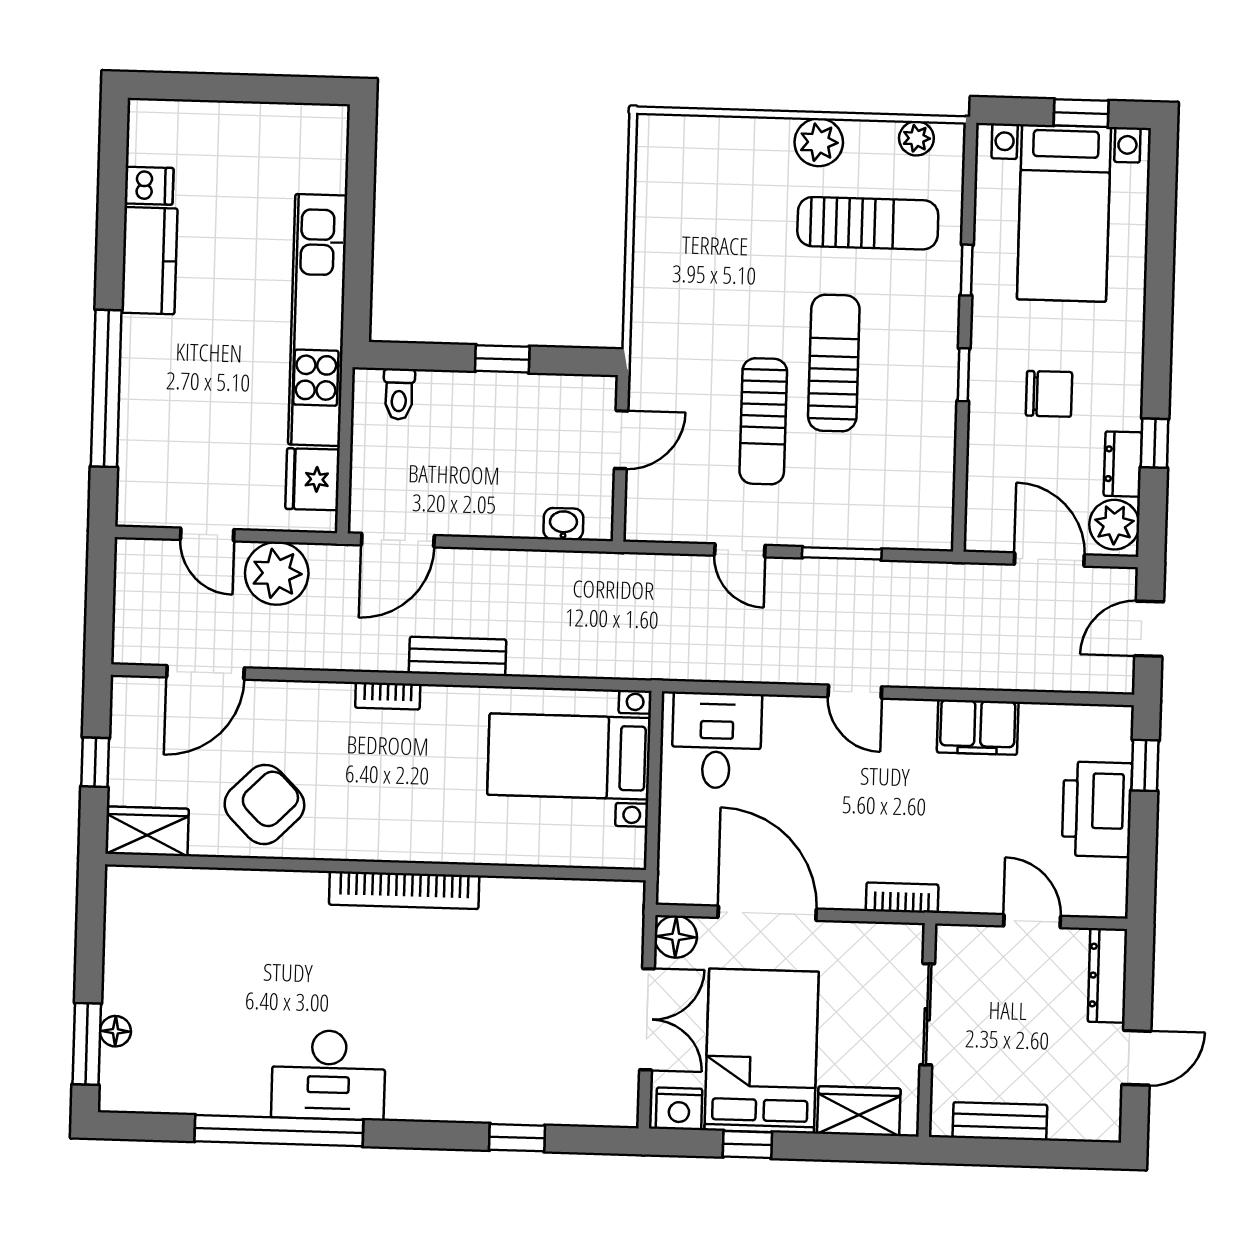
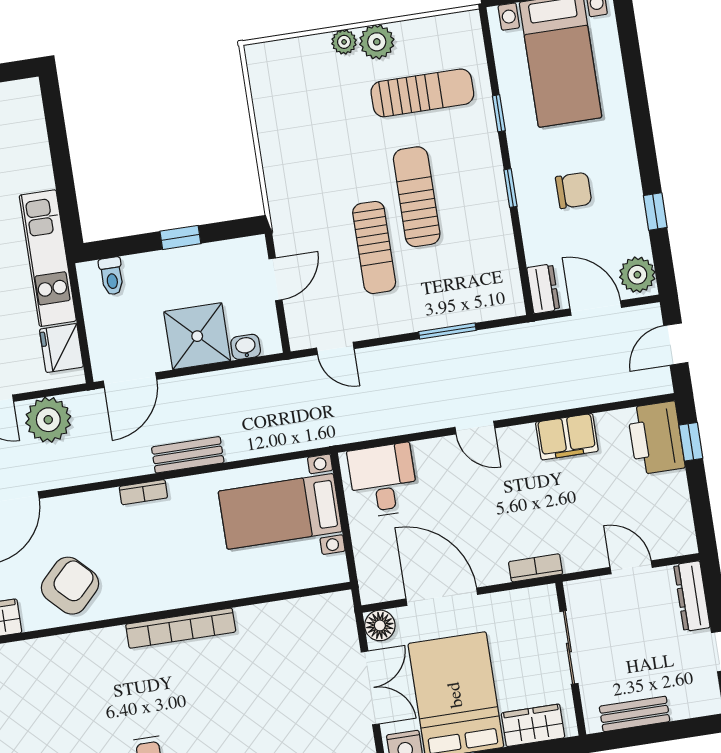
plant: (916, 138) -> (344, 42), moved
kitchen unit: (318, 320) -> (48, 258), width x0.73
dresser: (1123, 464) -> (543, 289), moved, turned 180
shower: (500, 497) -> (197, 336), added
door: (740, 550) -> (335, 348), moved
printer: (1097, 809) -> (656, 438), moved

